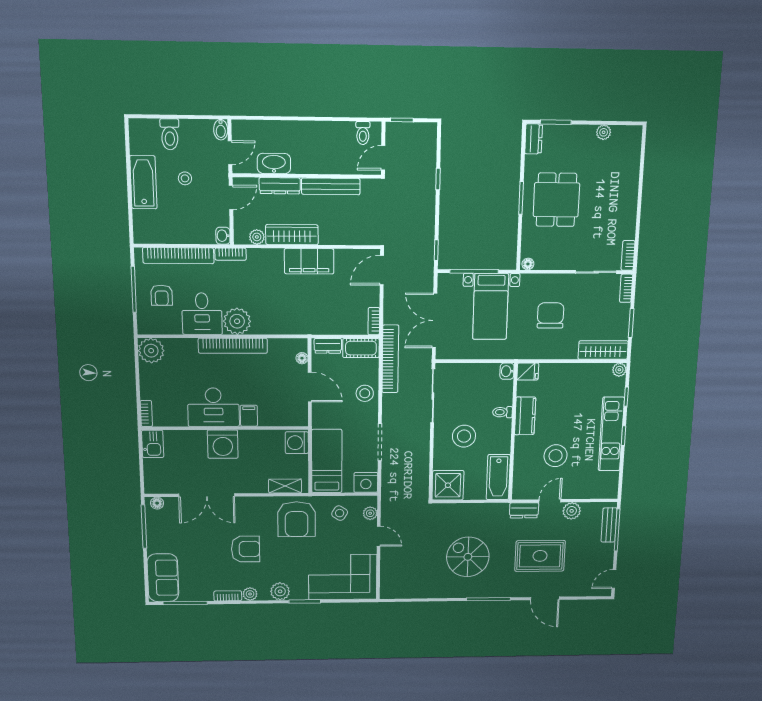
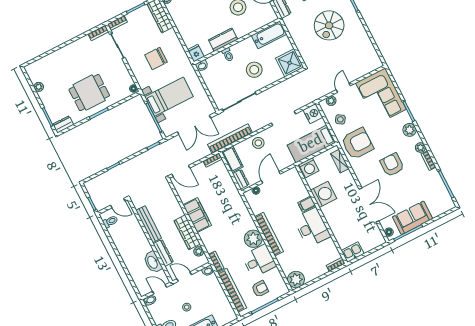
washing machine: (223, 444) -> (324, 194), moved
sofa: (163, 578) -> (412, 218), moved

